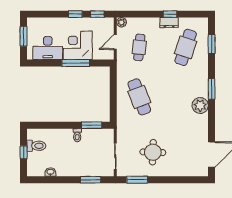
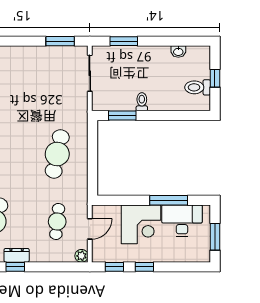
window: (76, 63) -> (169, 200), moved
cafe table: (139, 97) -> (57, 154), turned 33
round table: (153, 152) -> (39, 79), removed

